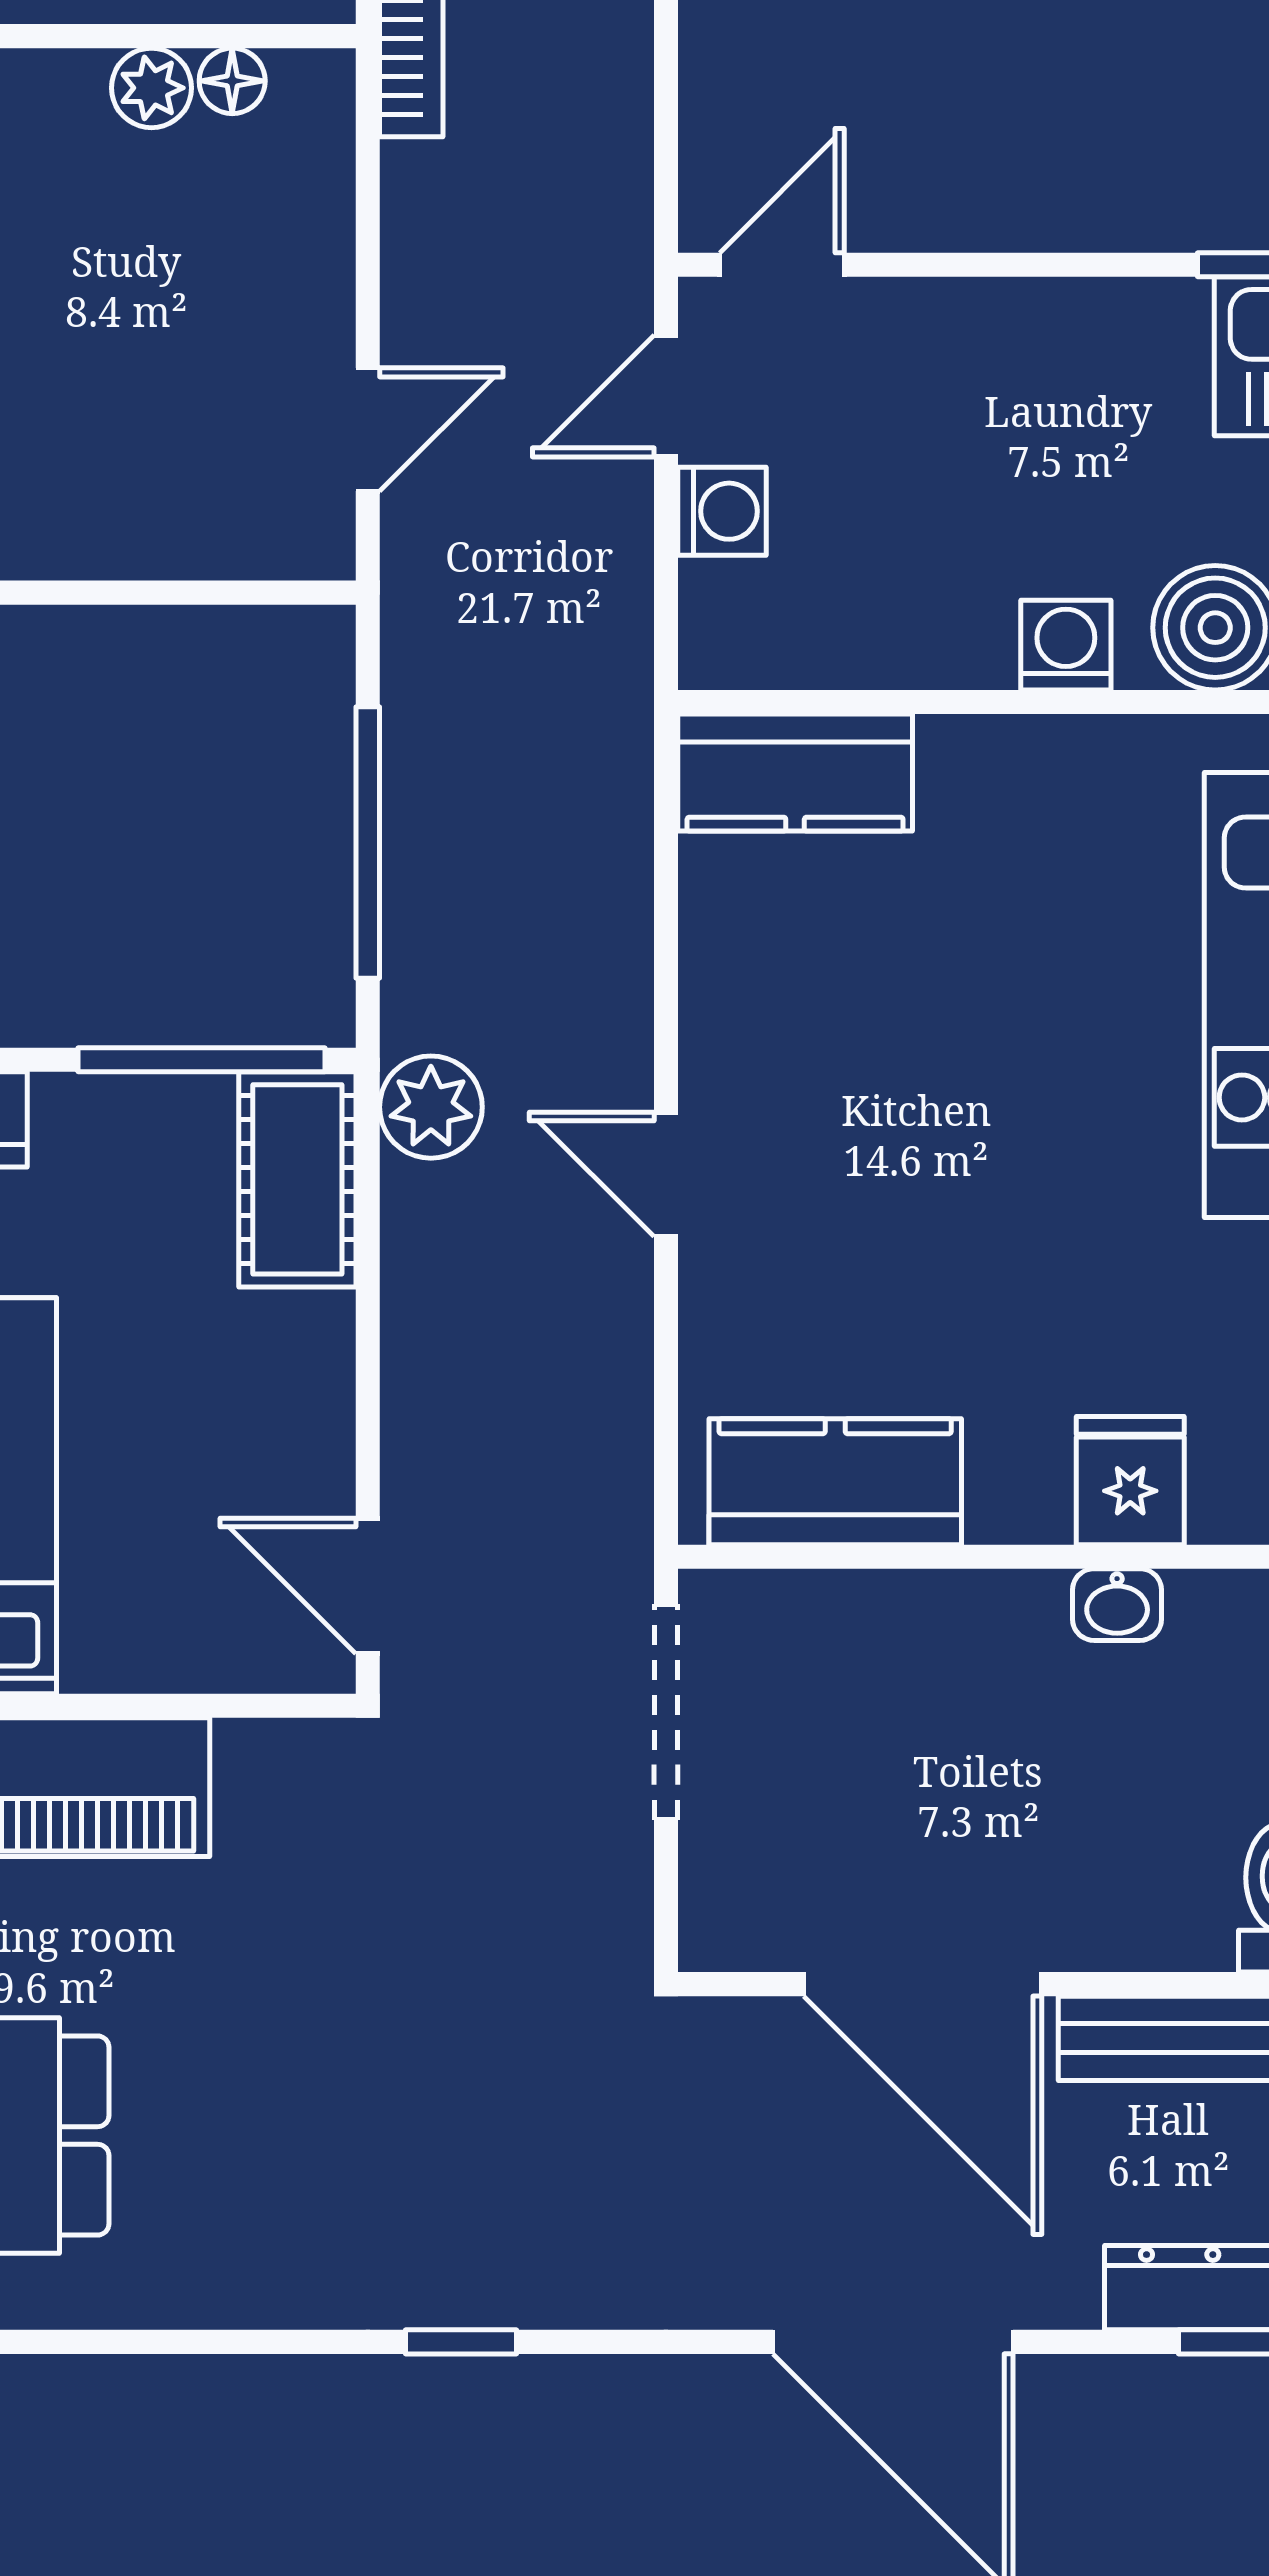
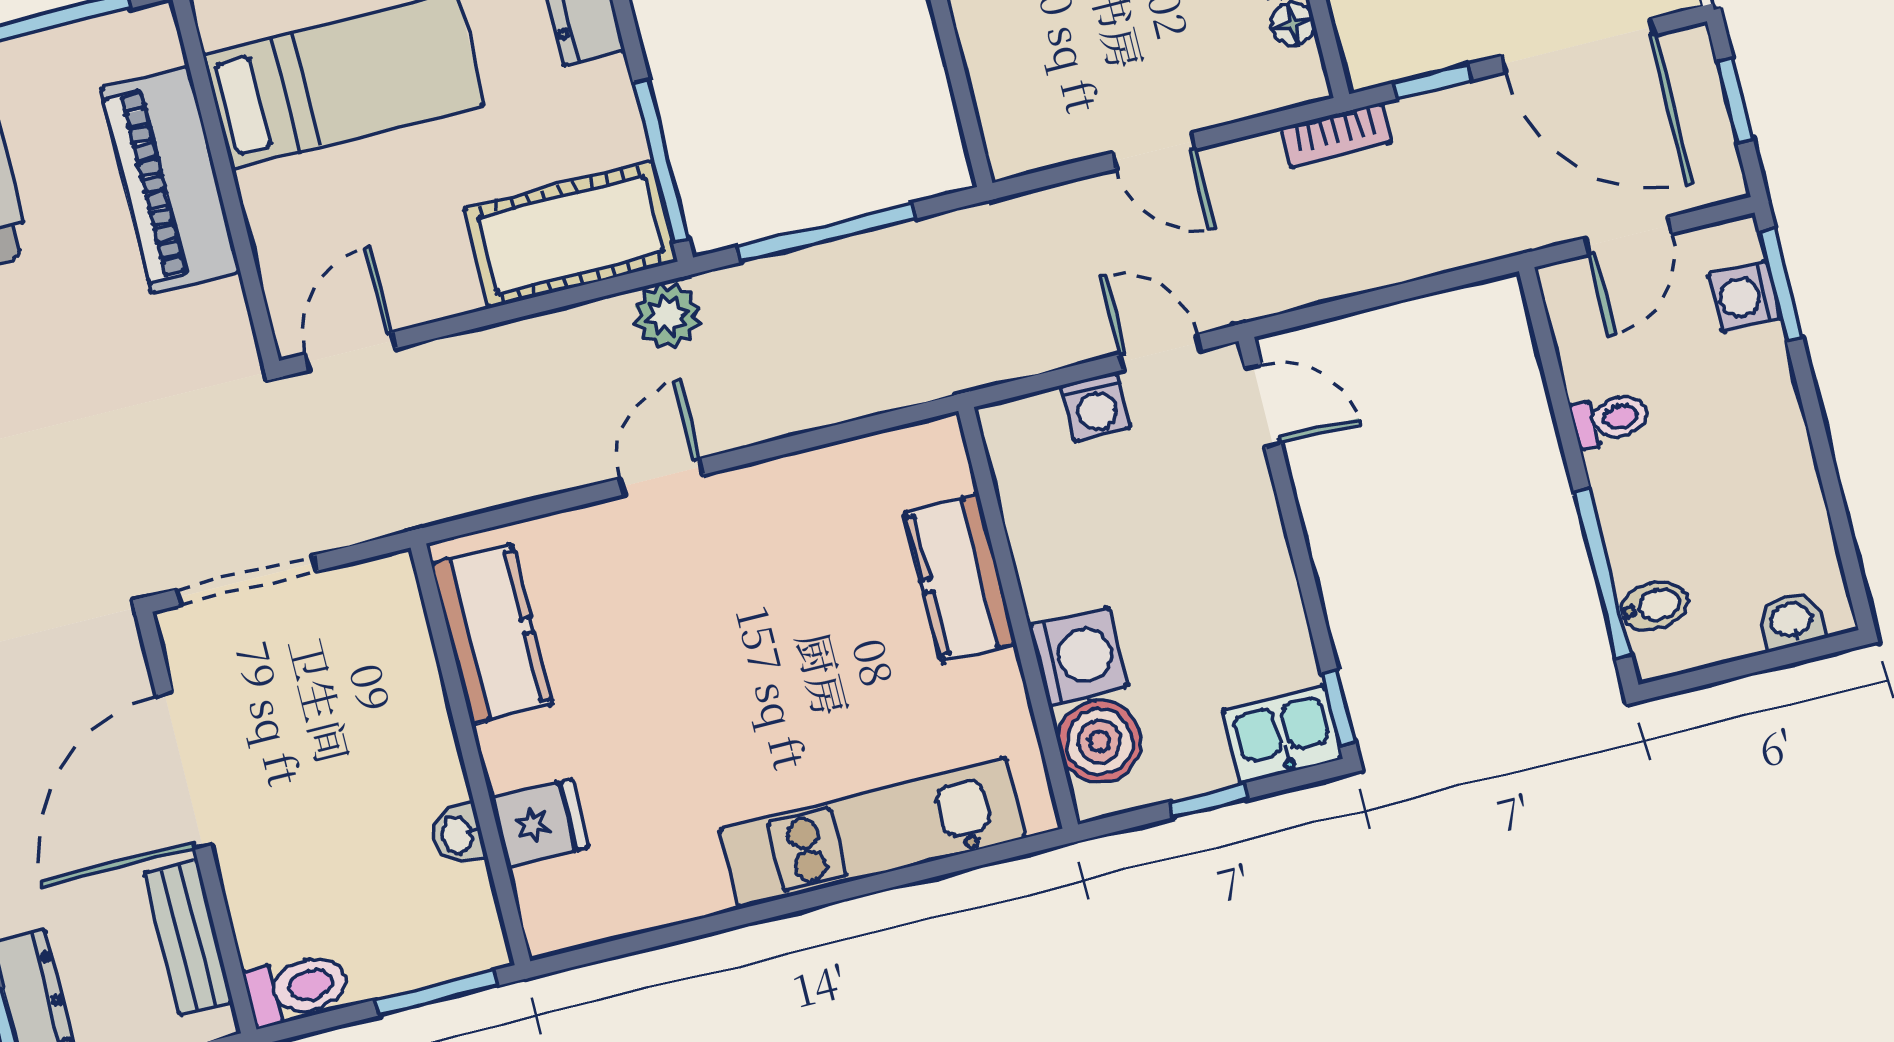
door: (368, 429) -> (1154, 151), moved
washing machine: (1066, 645) -> (1078, 657), width x1.38, depth x1.38
kitchen counter: (795, 773) -> (960, 578), moved
cot: (297, 1179) -> (571, 235), width x1.37, depth x1.34
doorway: (666, 1712) -> (246, 580), moved

